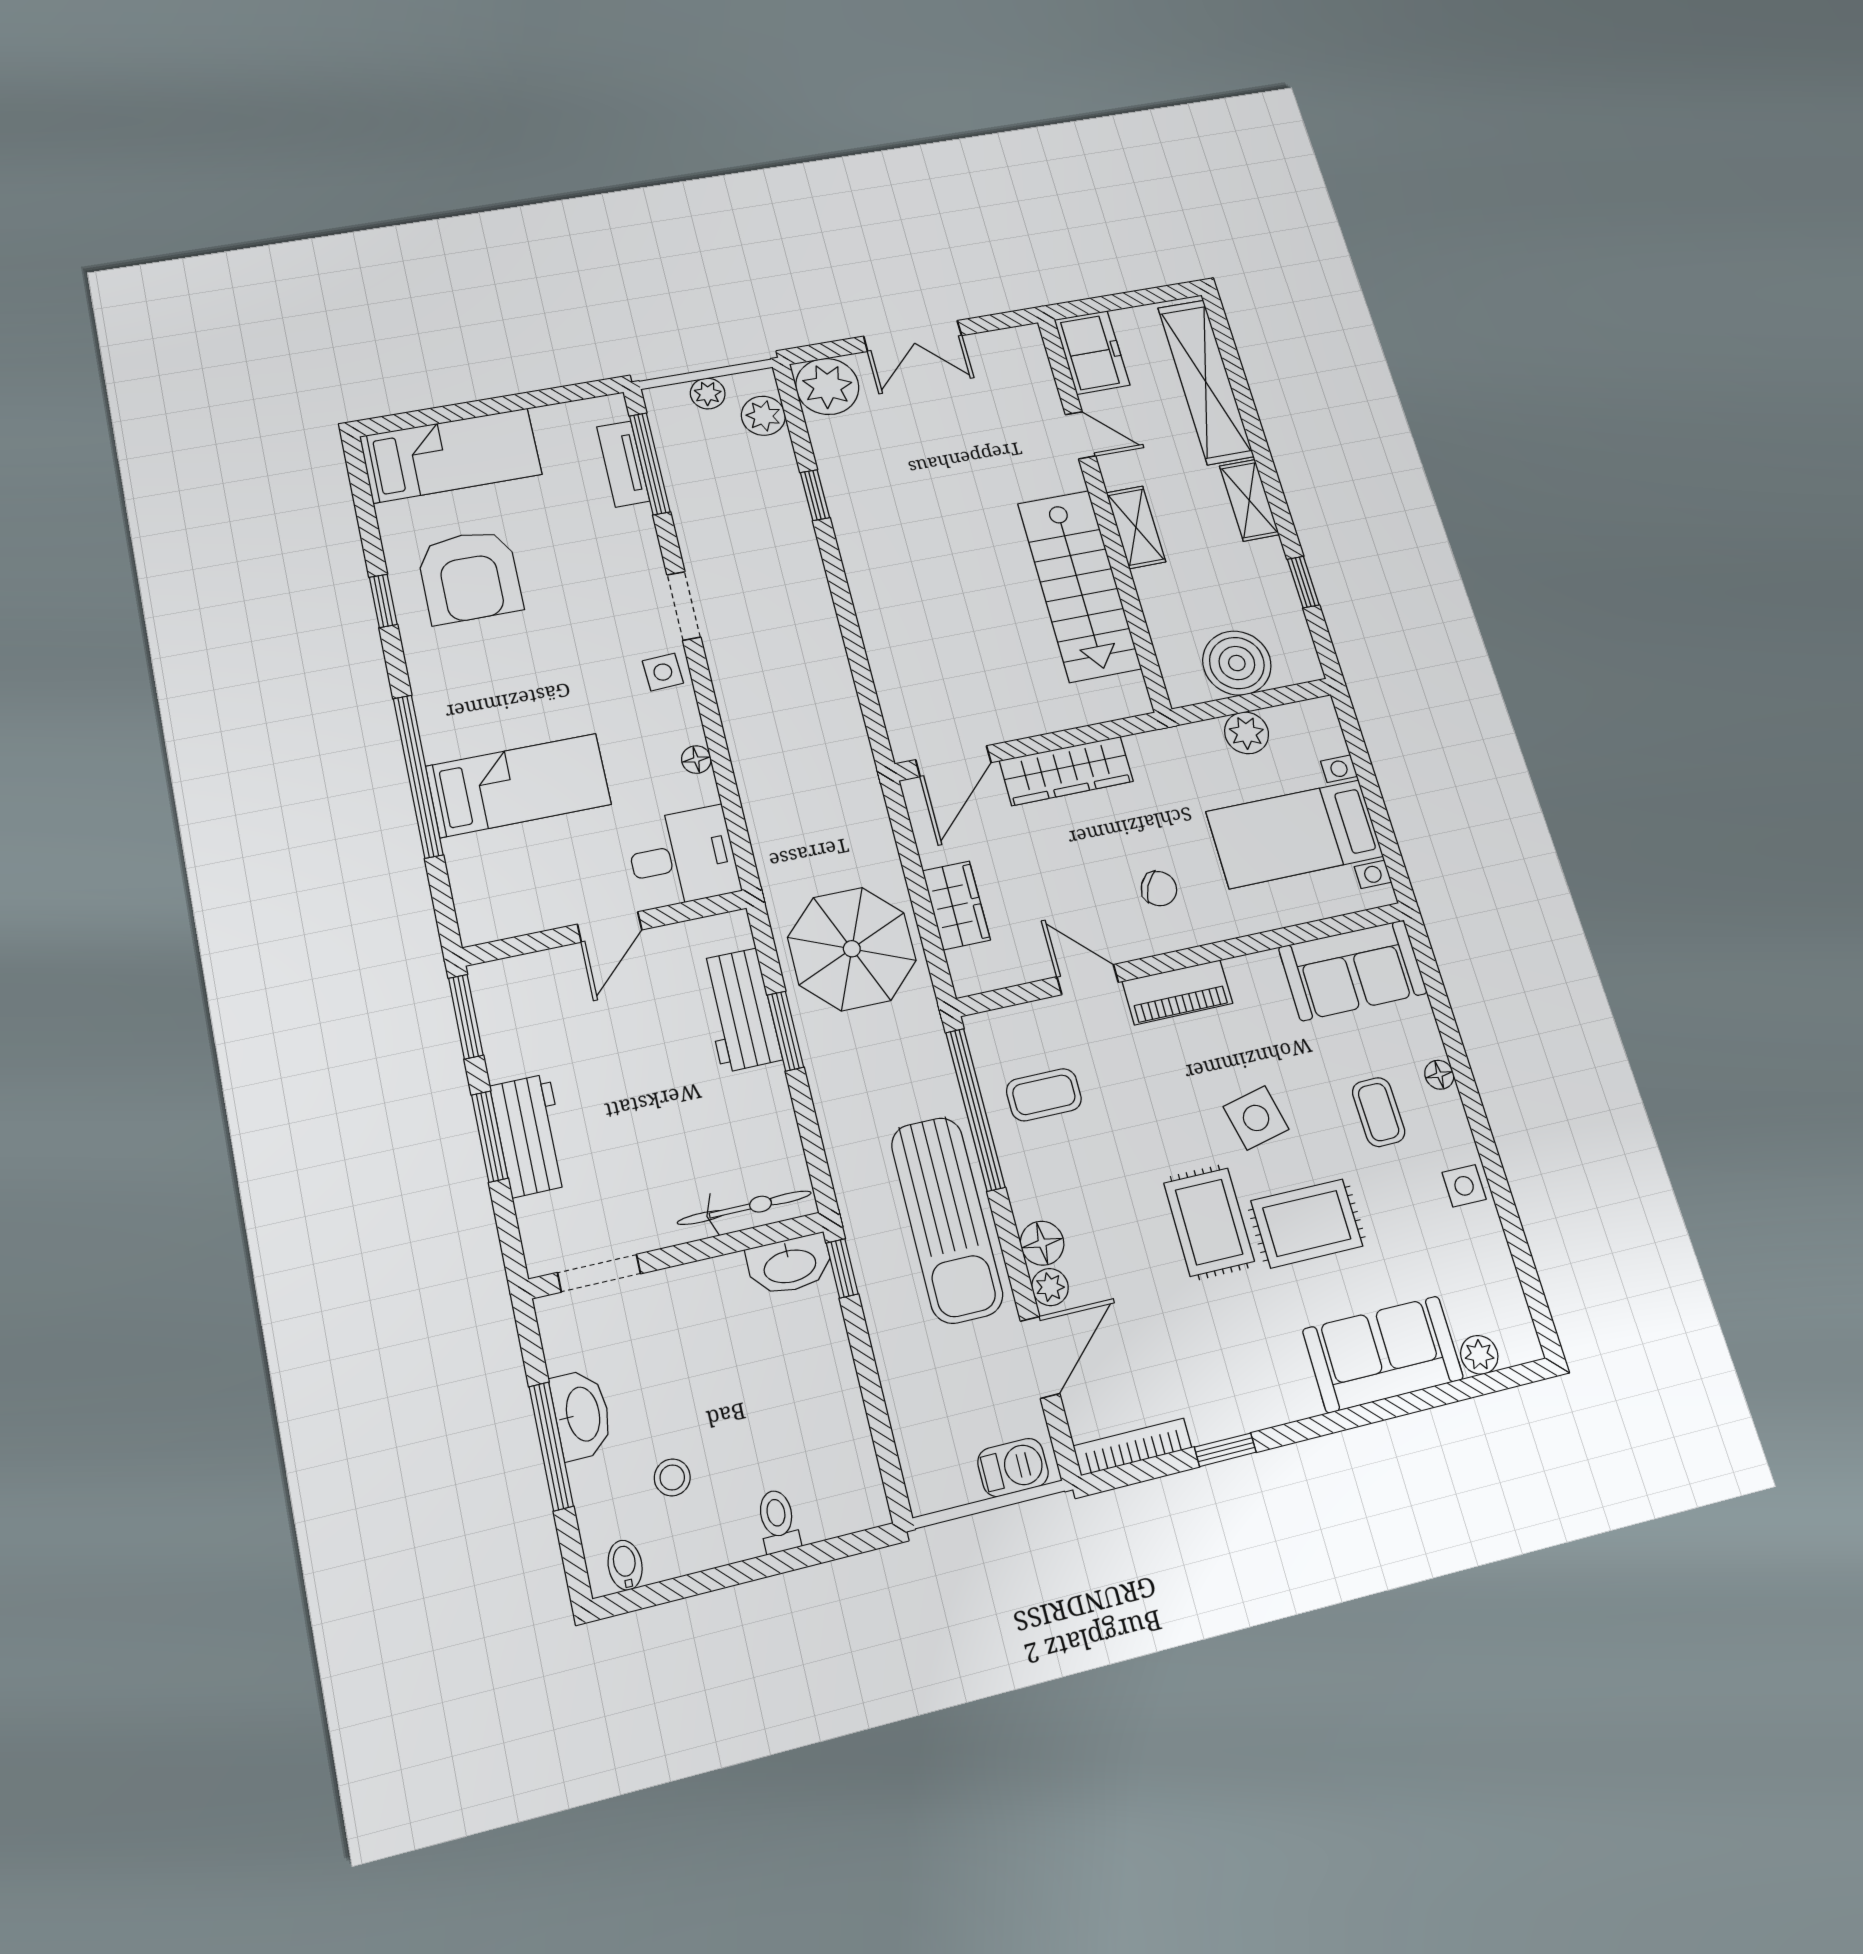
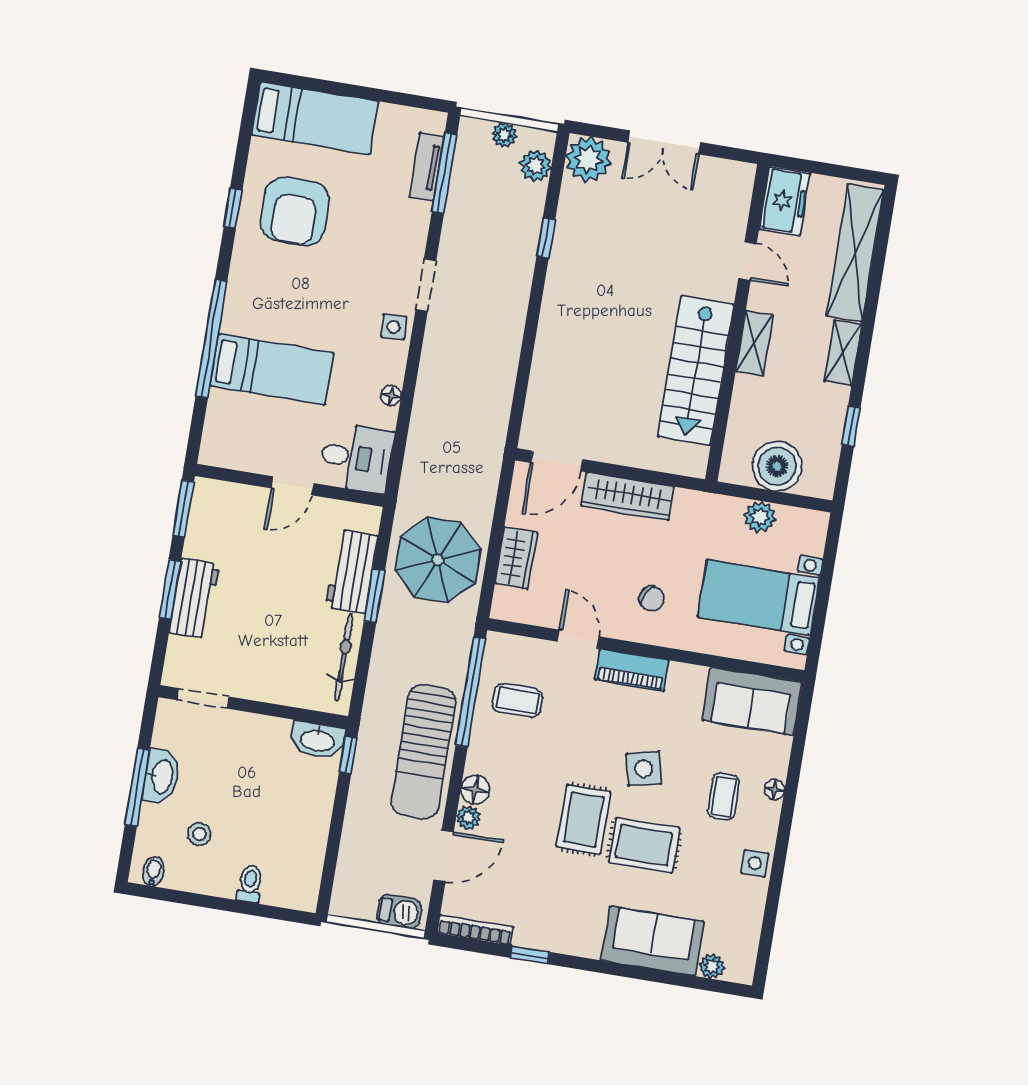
bicycle: (744, 1208) -> (344, 657), moved, turned -90

